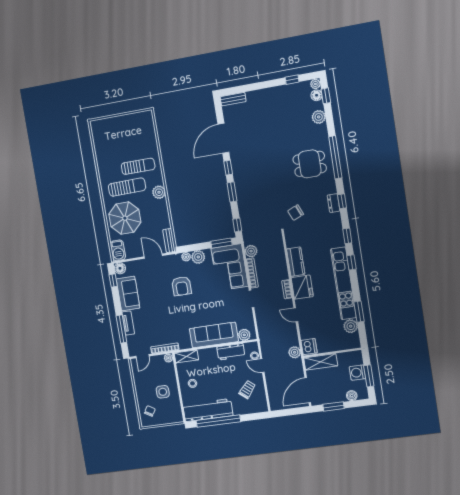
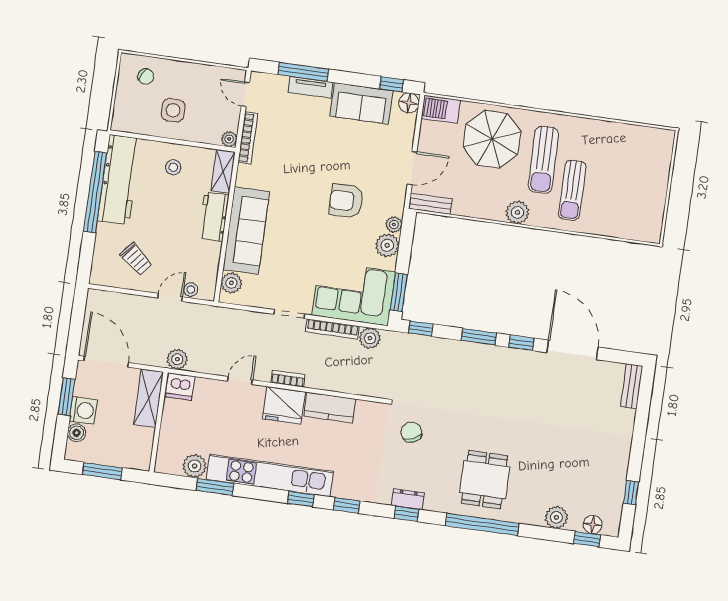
plant: (315, 84) -> (612, 528), removed
workbench: (231, 352) -> (214, 217), moved
washing machine: (357, 373) -> (83, 410), moved, turned 90

